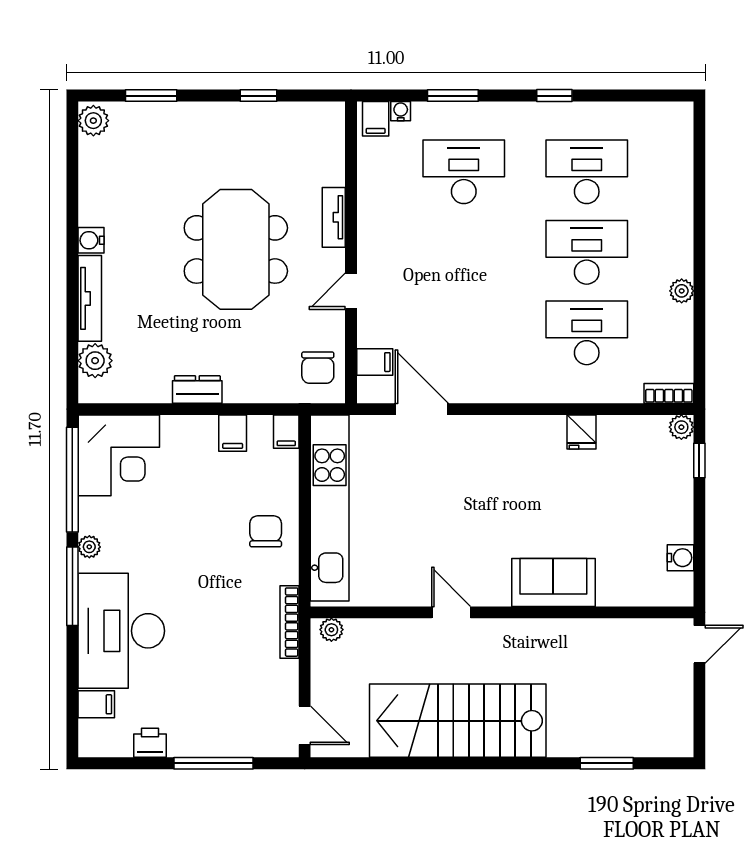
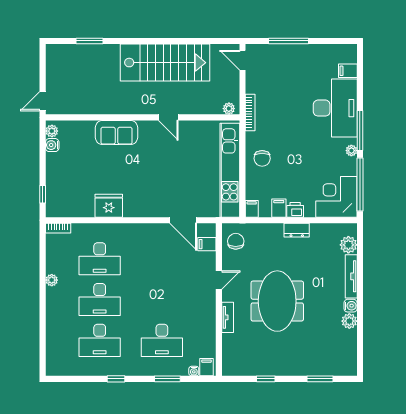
plant: (93, 121) -> (349, 321), moved
plant: (681, 427) -> (52, 131), moved
fridge: (581, 432) -> (109, 206), width x1.88, depth x1.34
printer: (150, 743) -> (295, 210), moved, turned 180

